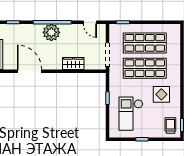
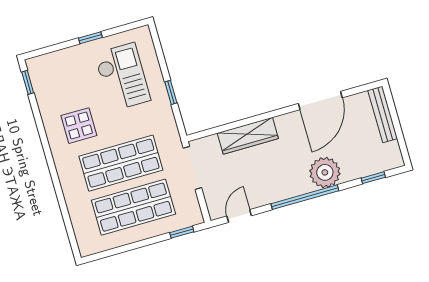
door: (90, 22) -> (239, 216), hinge flipped
plant: (51, 32) -> (325, 172), moved
wardrobe: (73, 63) -> (248, 136), width x1.50
door: (30, 71) -> (320, 101), hinge flipped
trolley: (170, 125) -> (48, 76), removed

